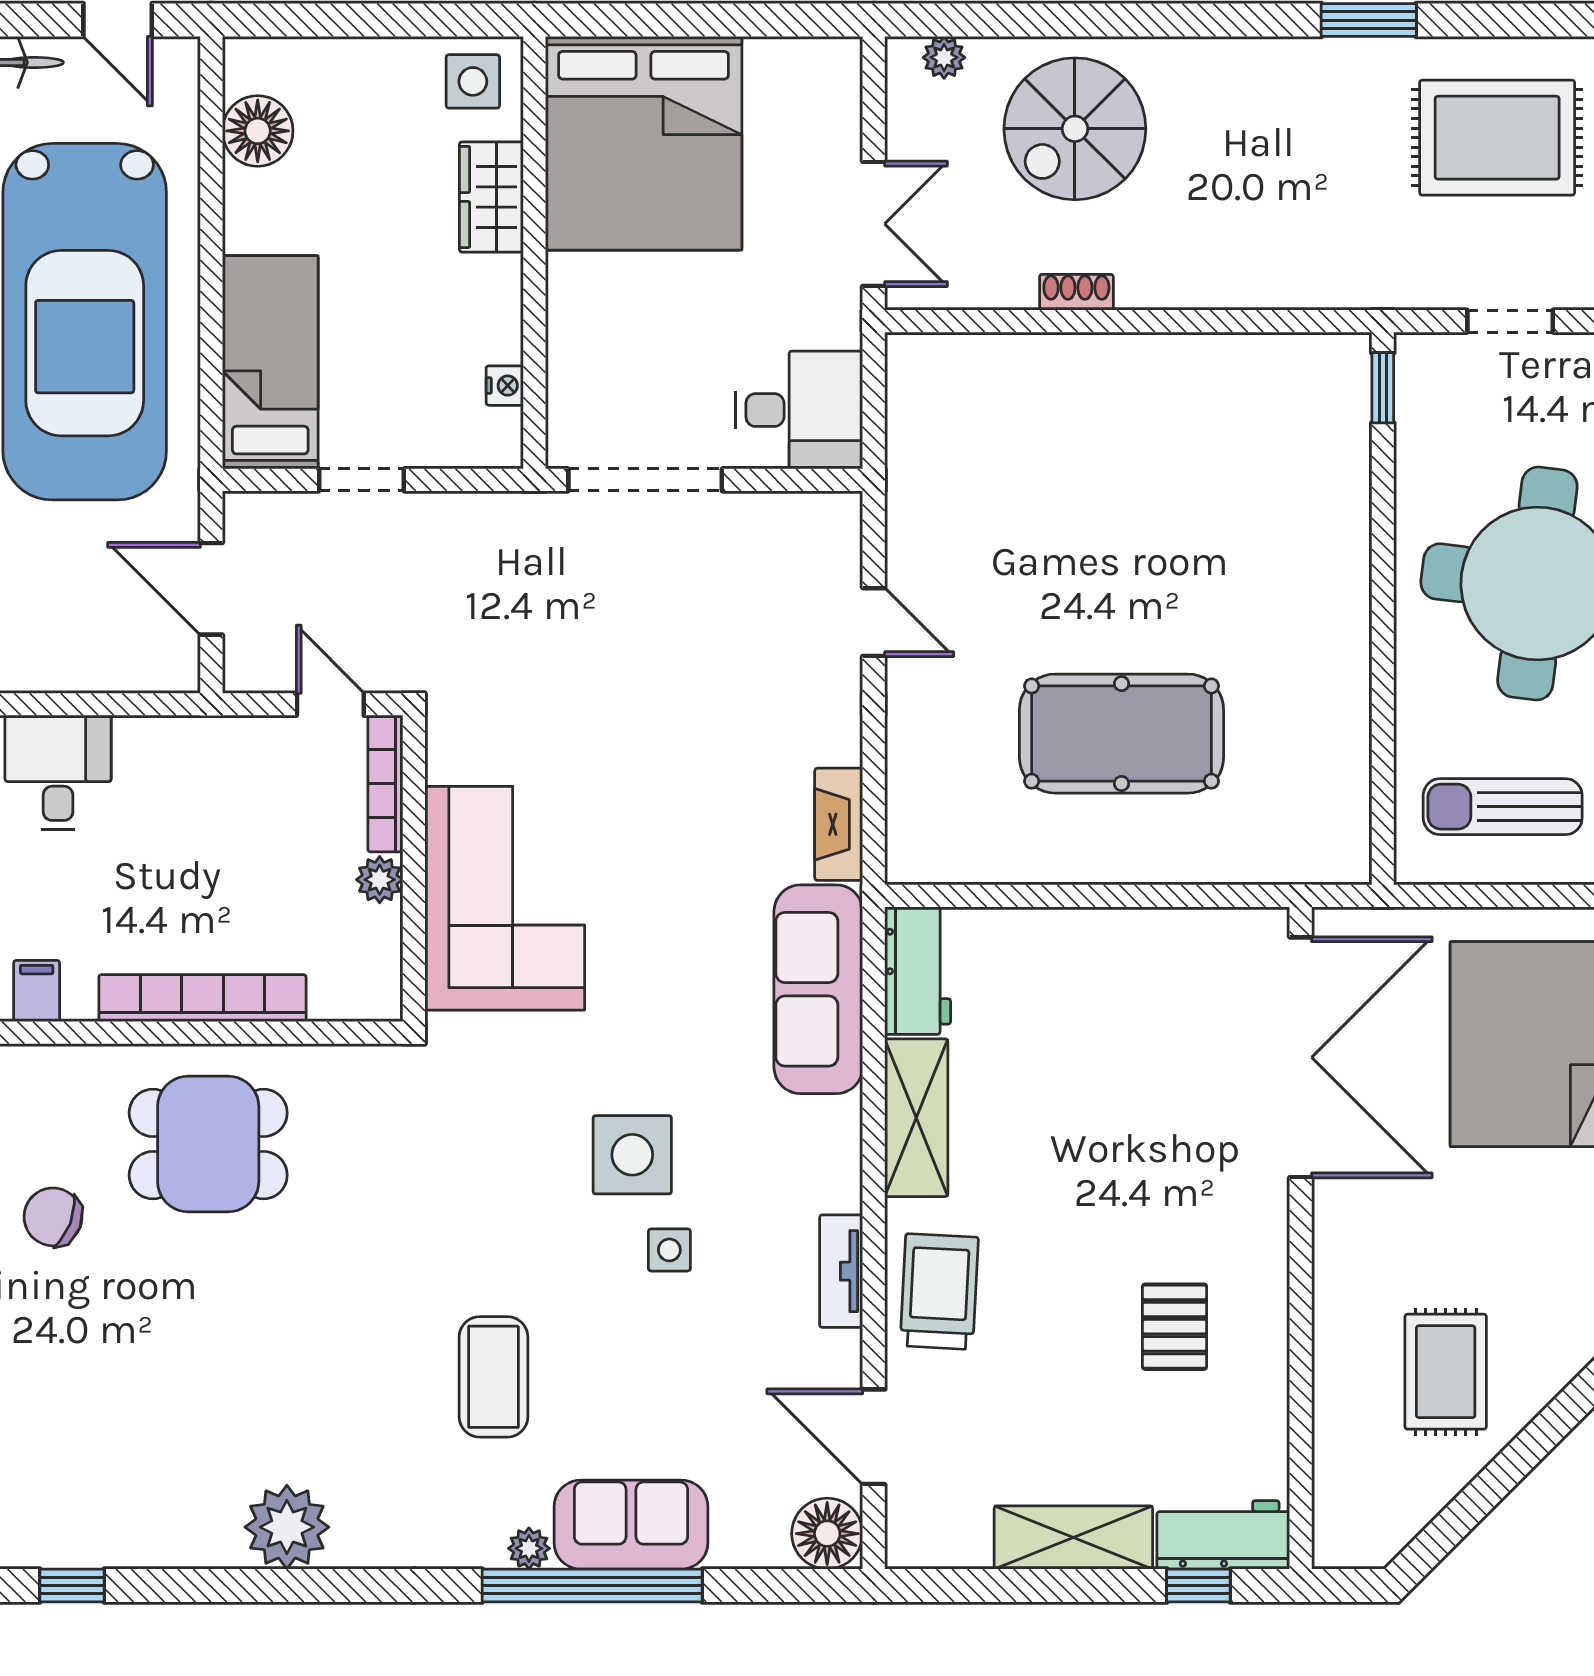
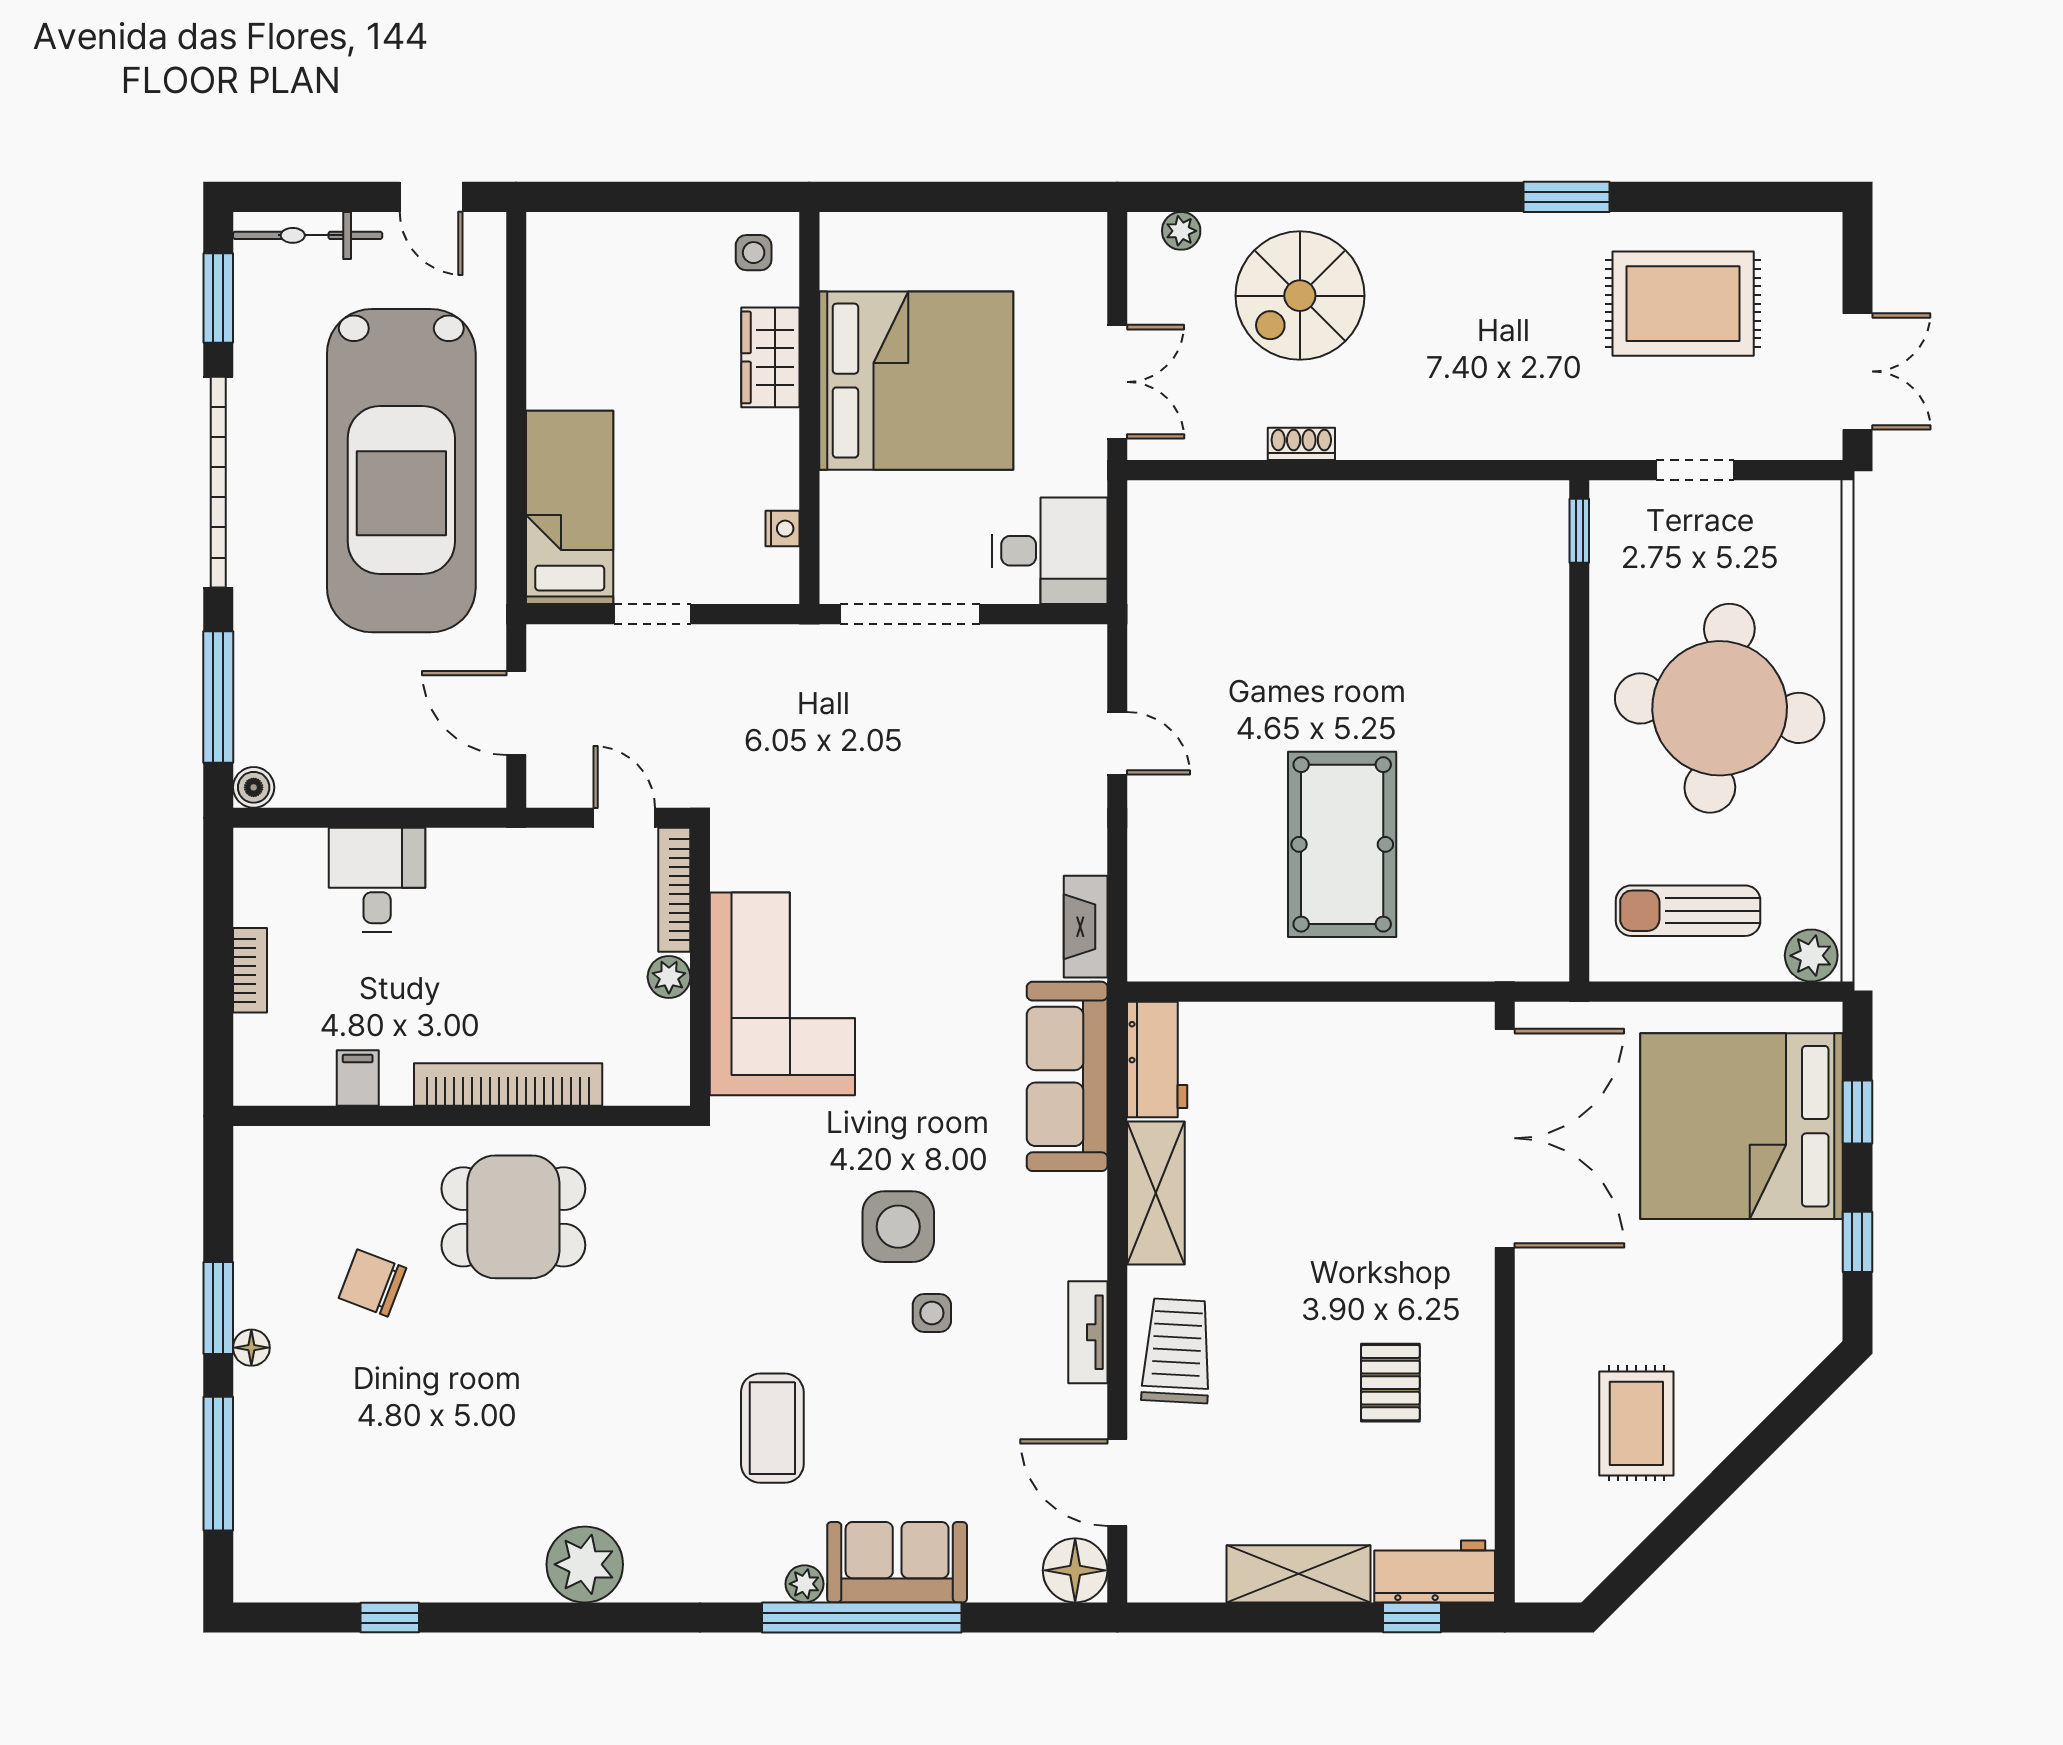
side table: (473, 81) -> (754, 253), width x0.73, depth x0.73
floor lamp: (258, 131) -> (558, 298), removed
bed: (644, 143) -> (916, 381), moved, turned -90
pool table: (1122, 734) -> (1342, 844), turned 90

